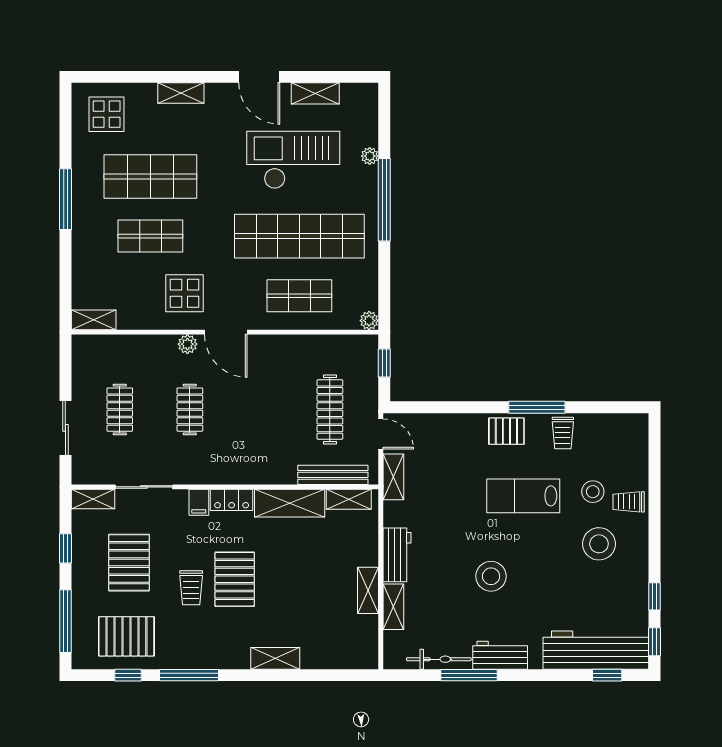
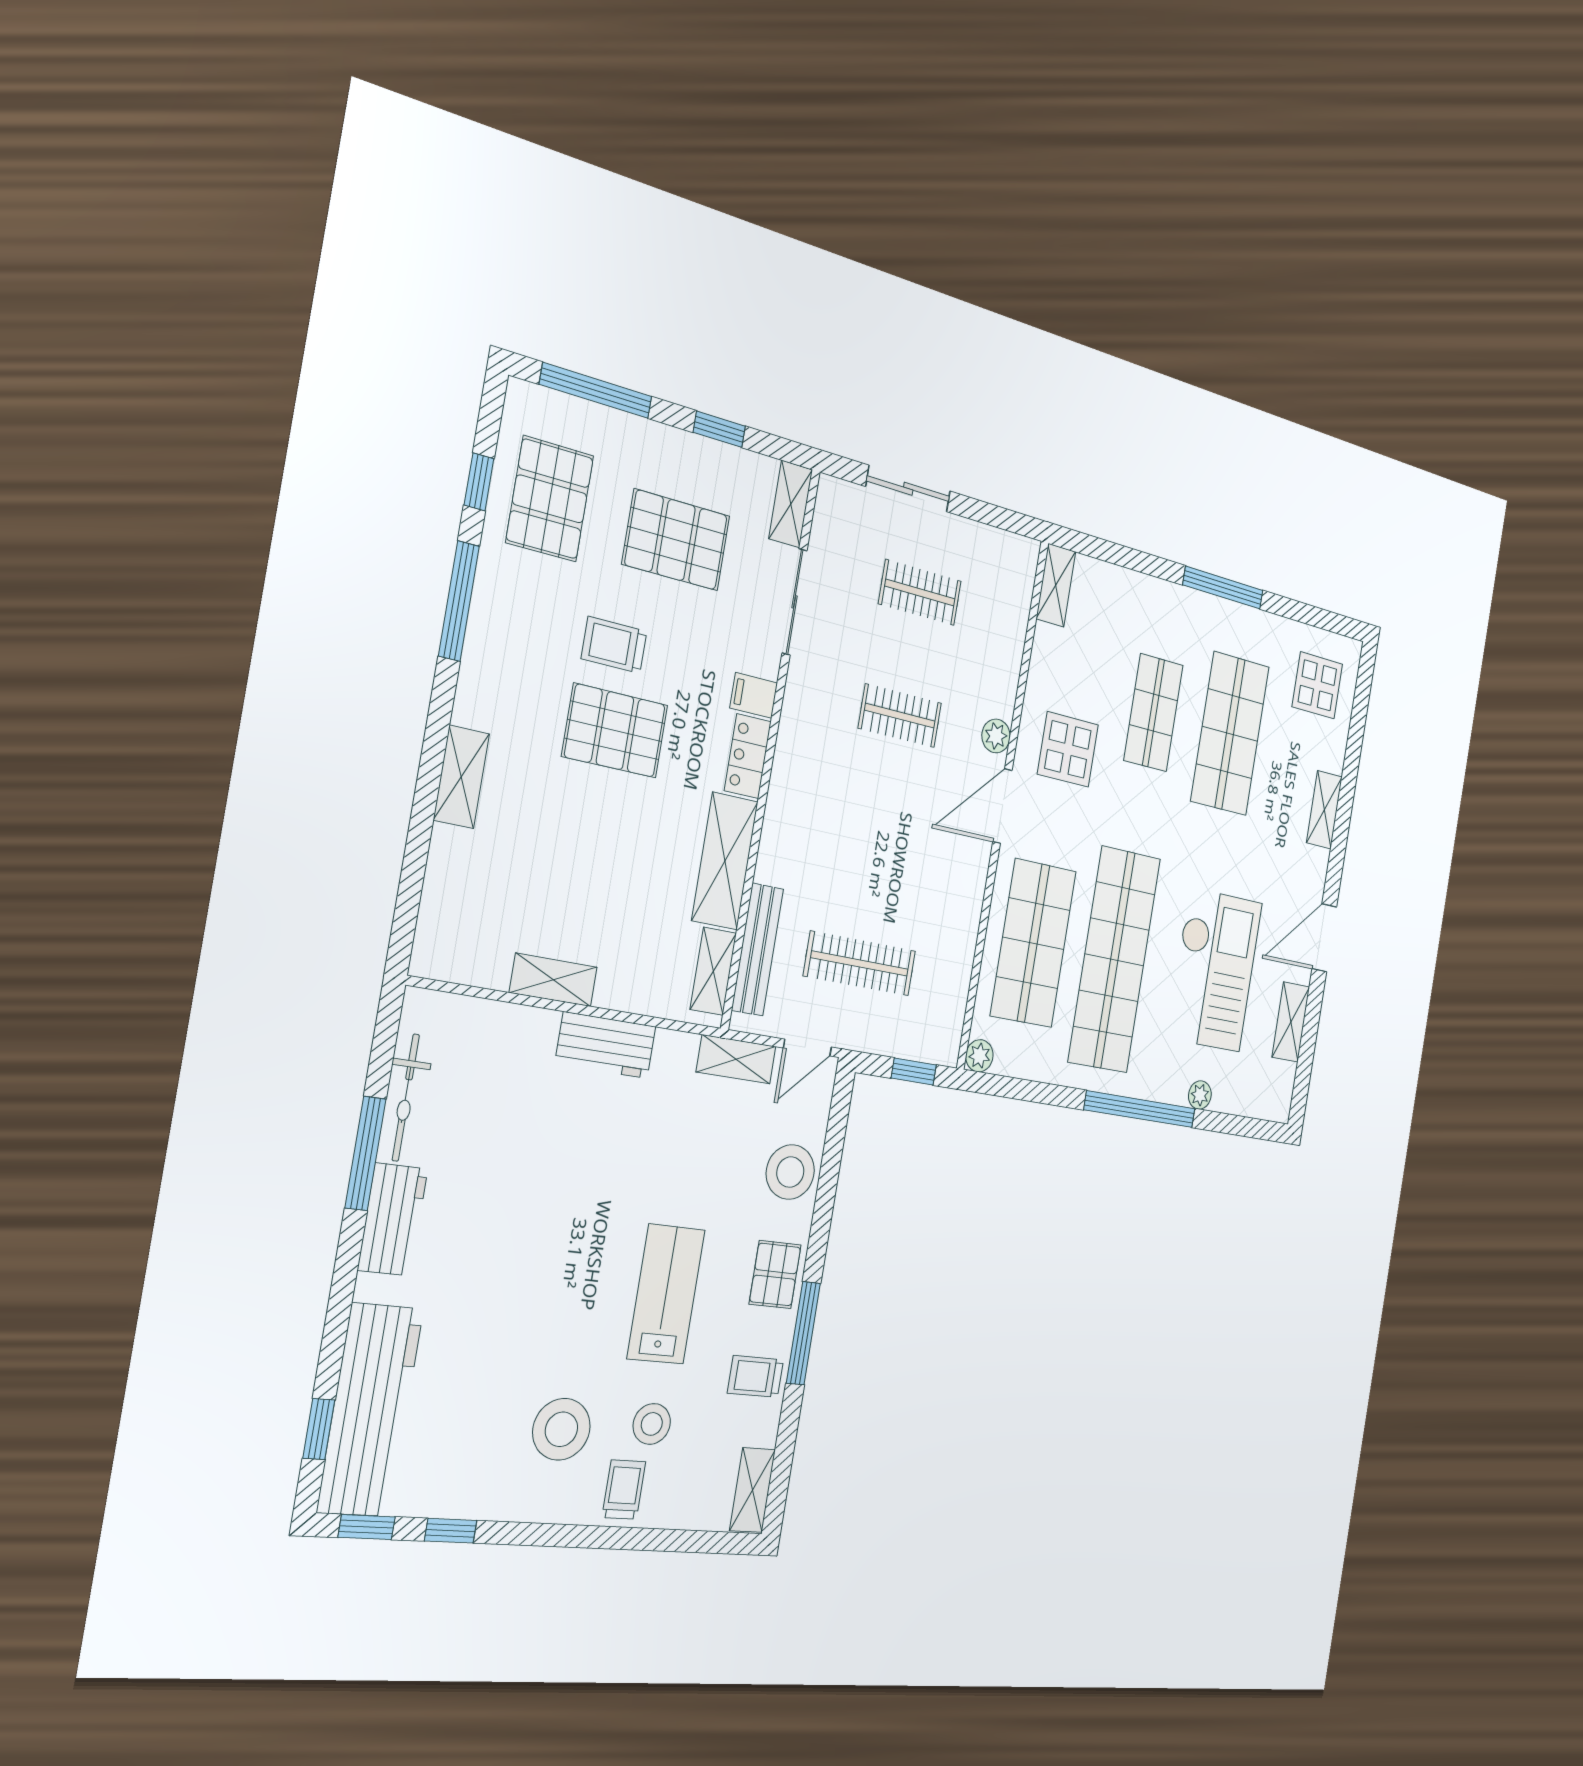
shop shelf: (299, 296) -> (1033, 943), width x1.43, depth x1.36
stool: (491, 576) -> (790, 1172), moved
shelving: (393, 607) -> (753, 1490), moved, turned 90

